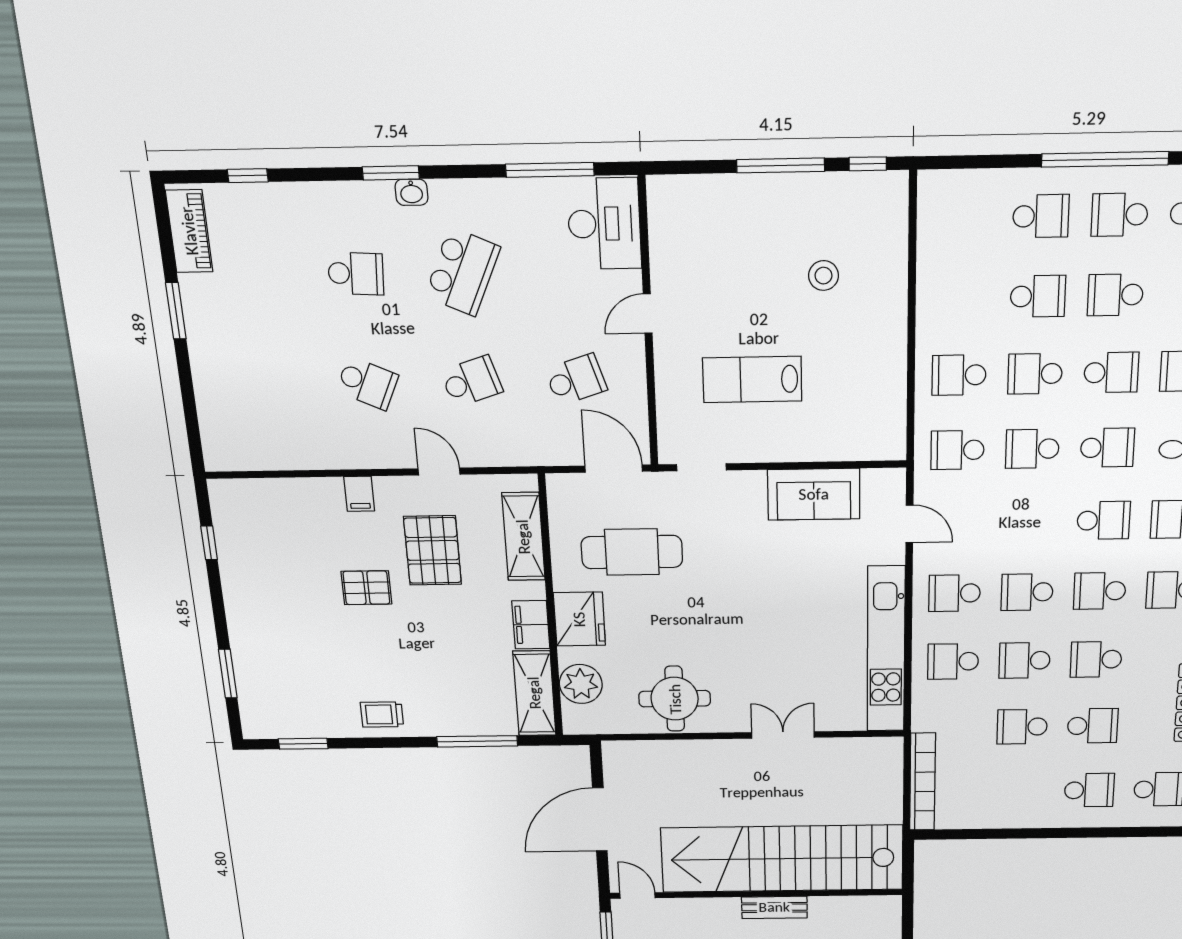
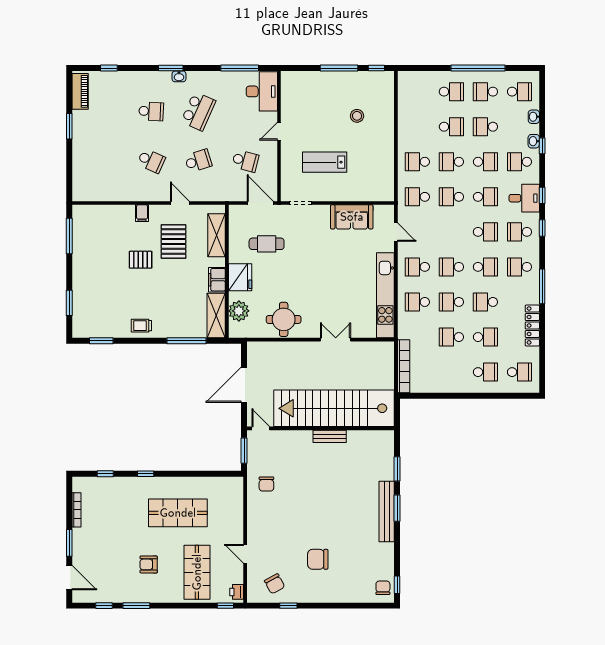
school desk: (576, 380) -> (245, 161), turned 33
window: (209, 543) -> (69, 236), width x2.17
cafe table: (632, 552) -> (267, 244), width x0.73, depth x0.74
school desk: (1100, 591) -> (485, 267), turned 180

